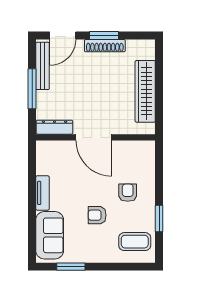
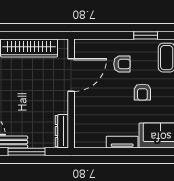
door: (94, 137) -> (71, 75), moved
armchair: (128, 193) -> (122, 64), turned 180

